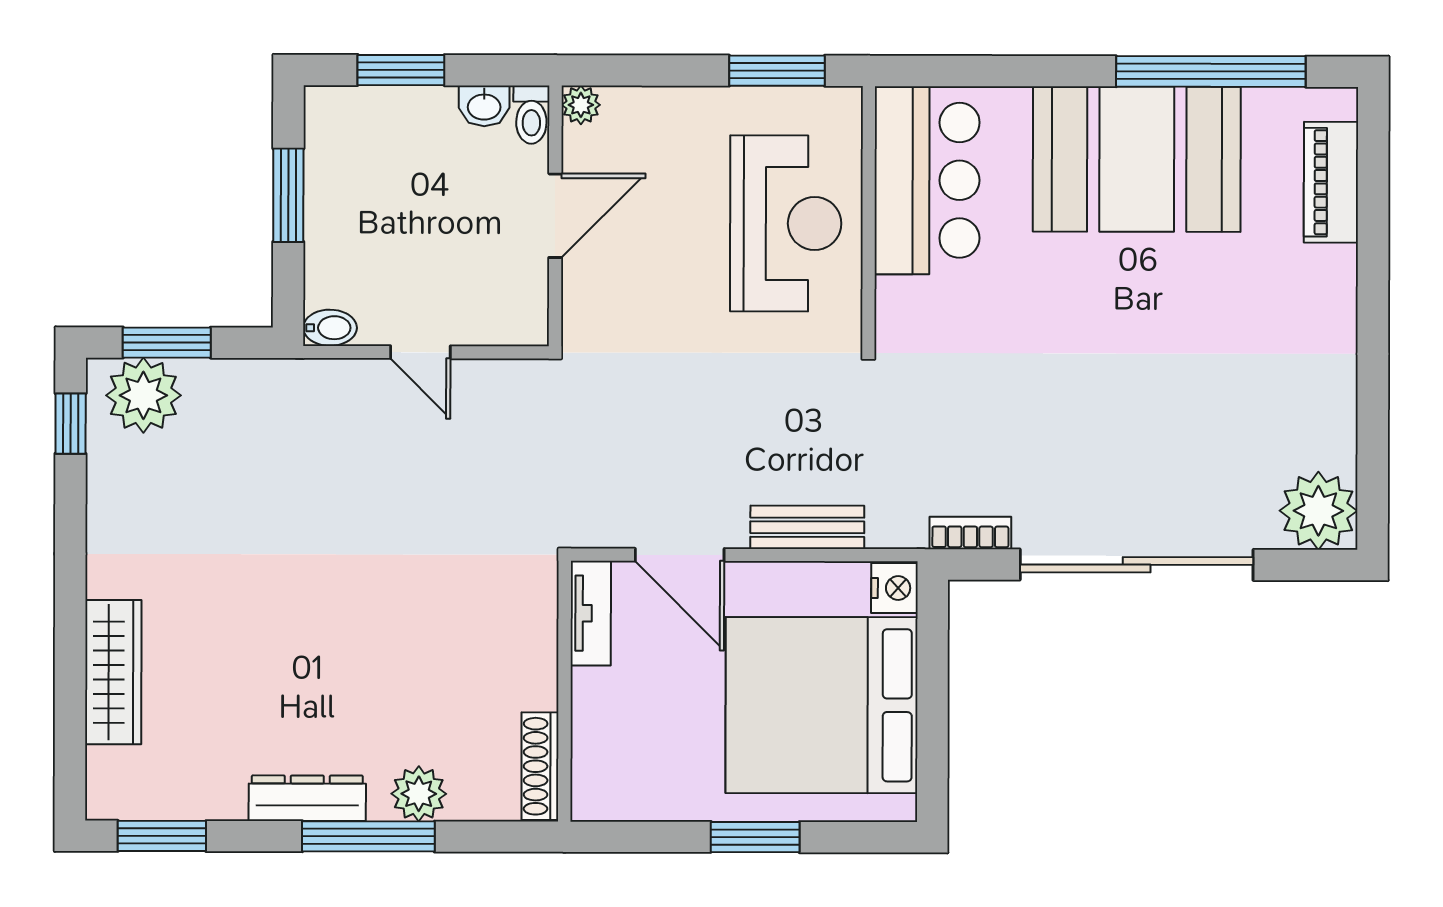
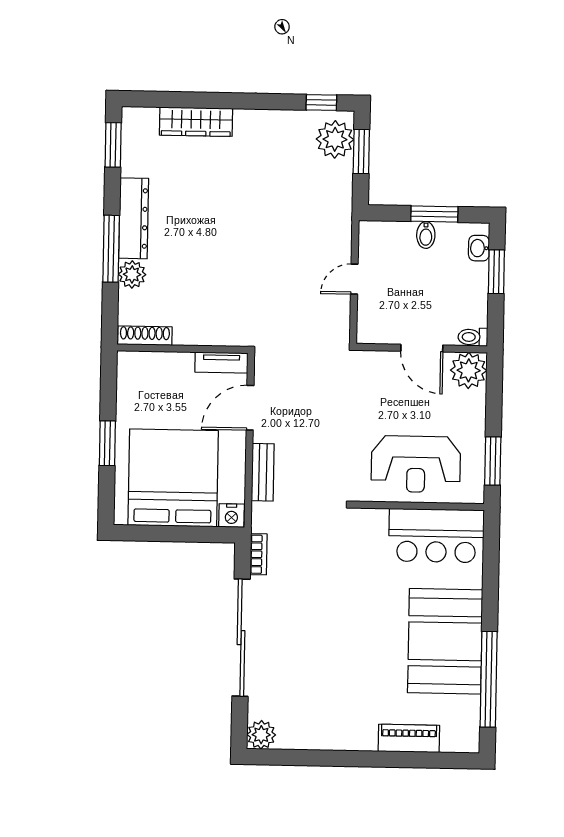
plant: (581, 105) -> (469, 370), width x1.87, depth x1.87
washbasin: (484, 106) -> (479, 248), moved
piano: (1331, 182) -> (409, 738), moved
bidet: (330, 328) -> (426, 235), moved
plant: (1318, 511) -> (261, 735), width x0.73, depth x0.73
dresser: (307, 798) -> (134, 218), width x1.37, depth x1.24

